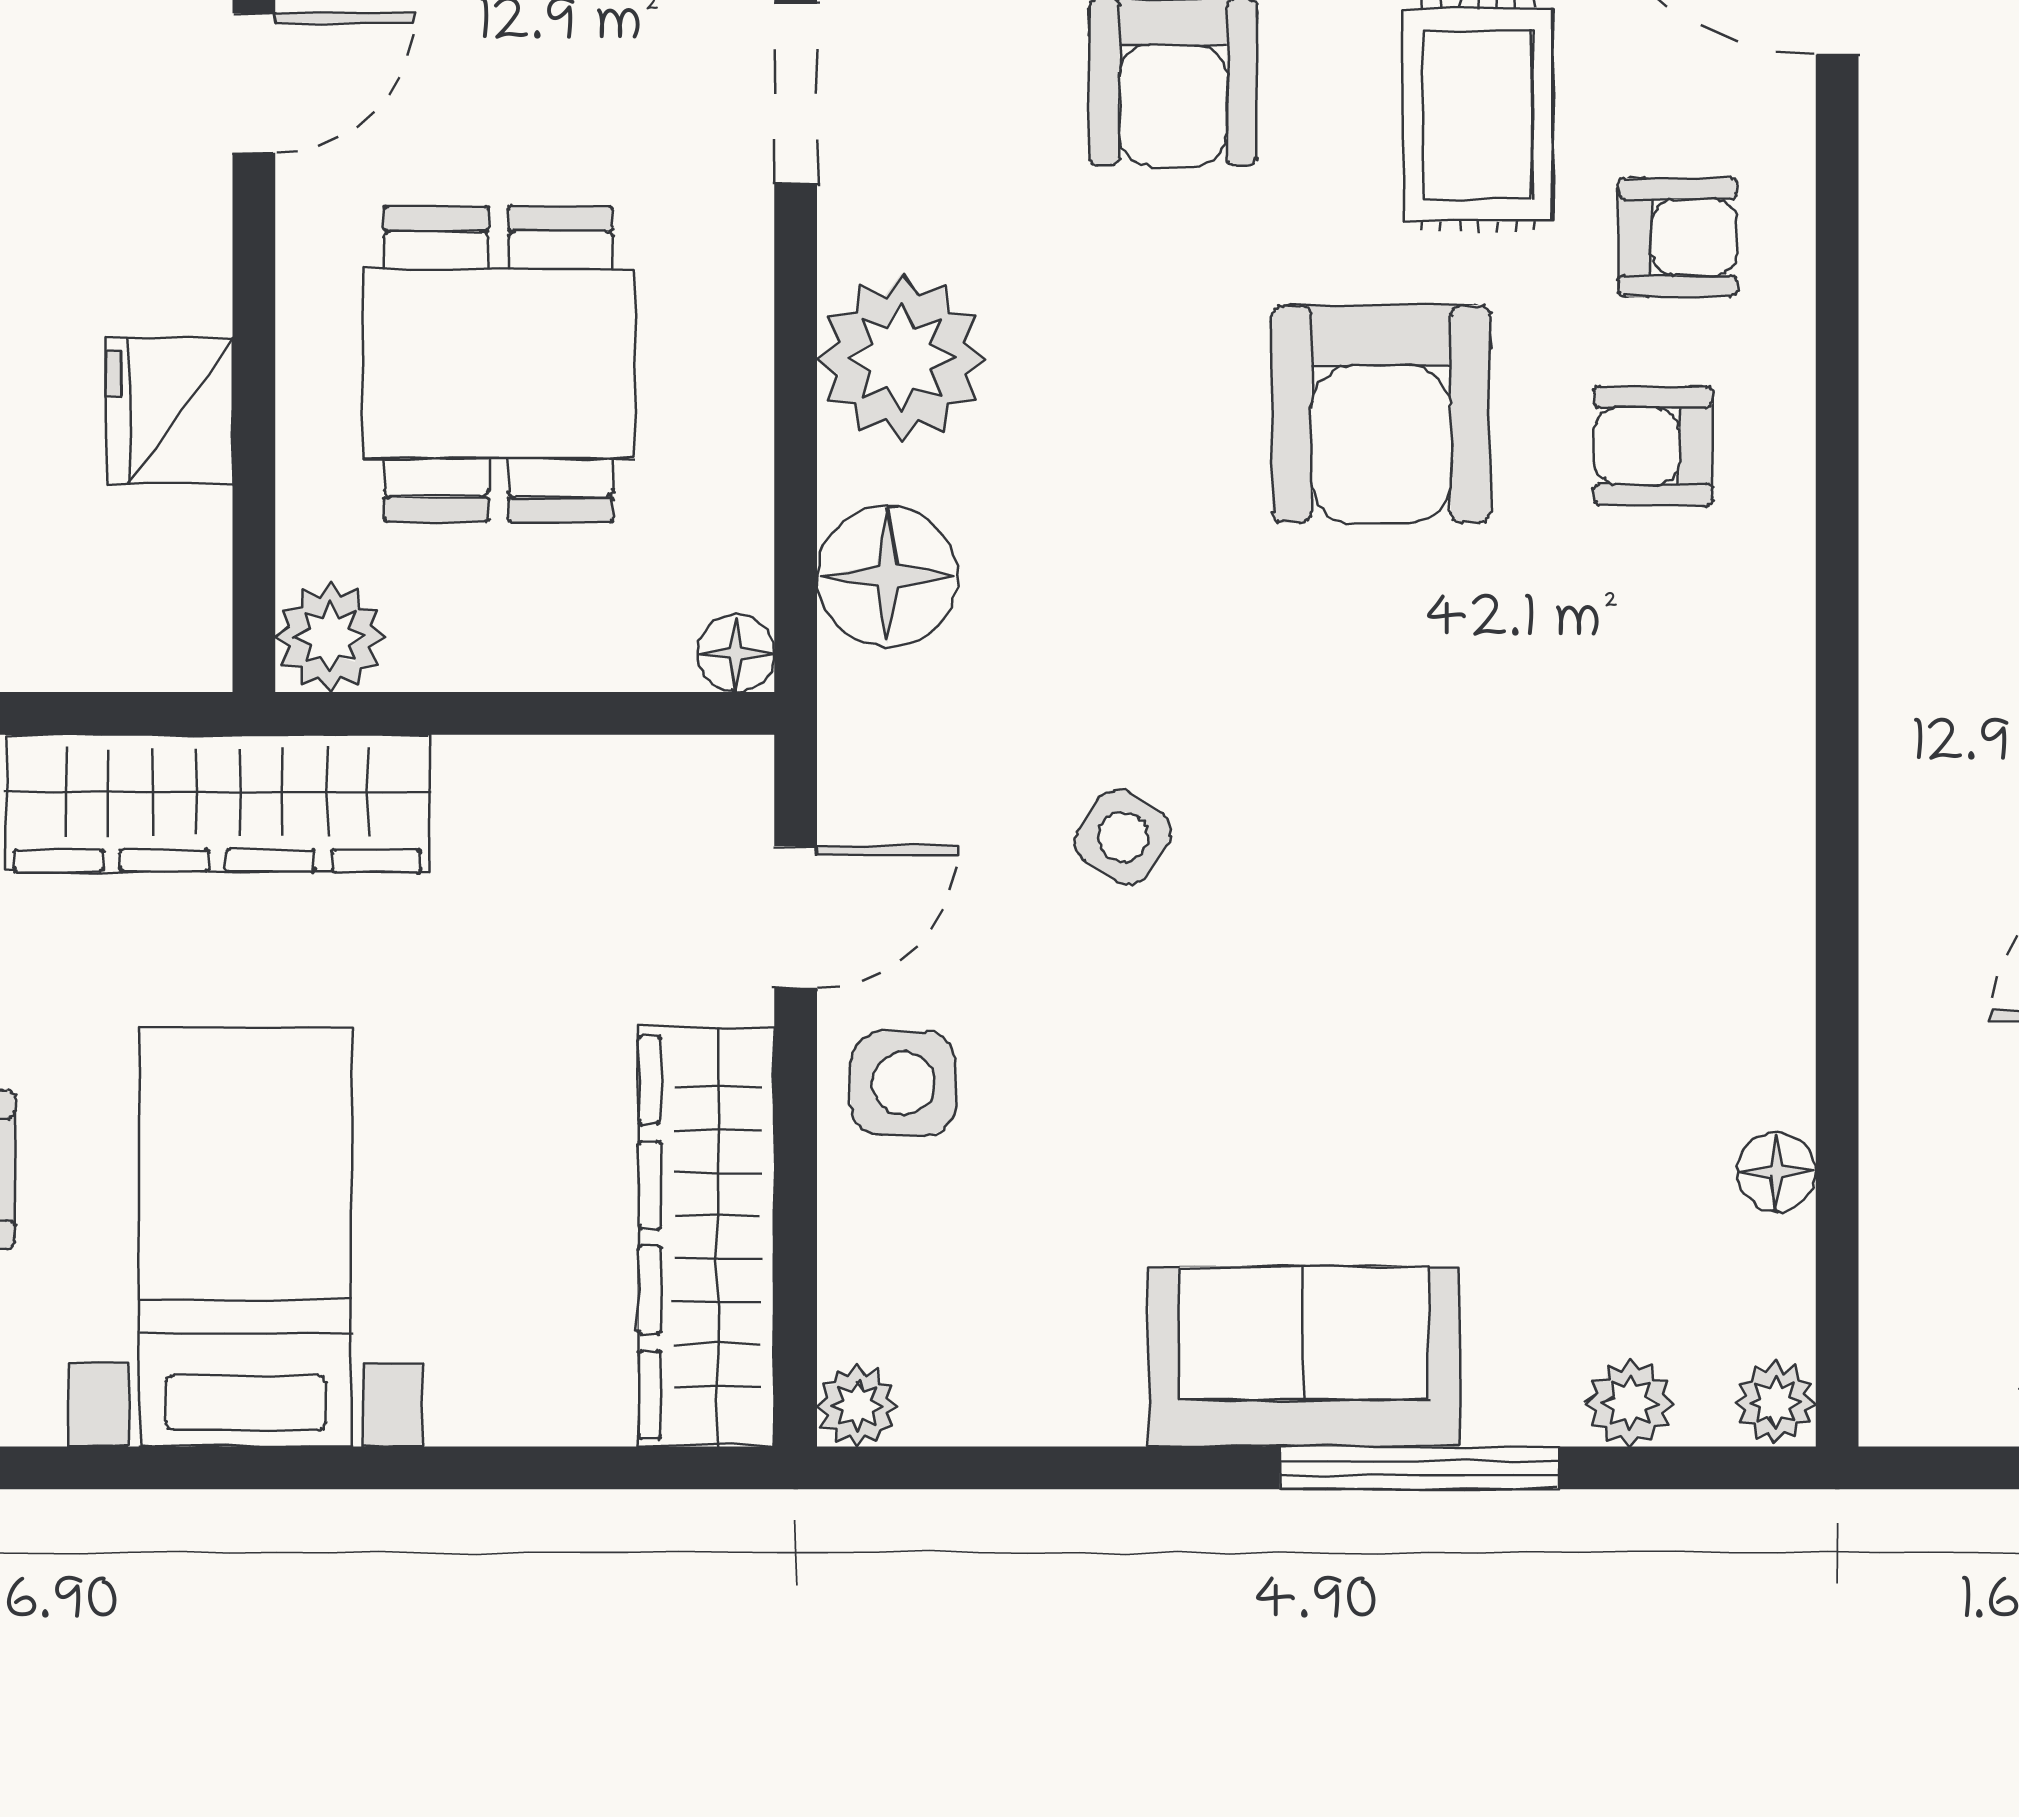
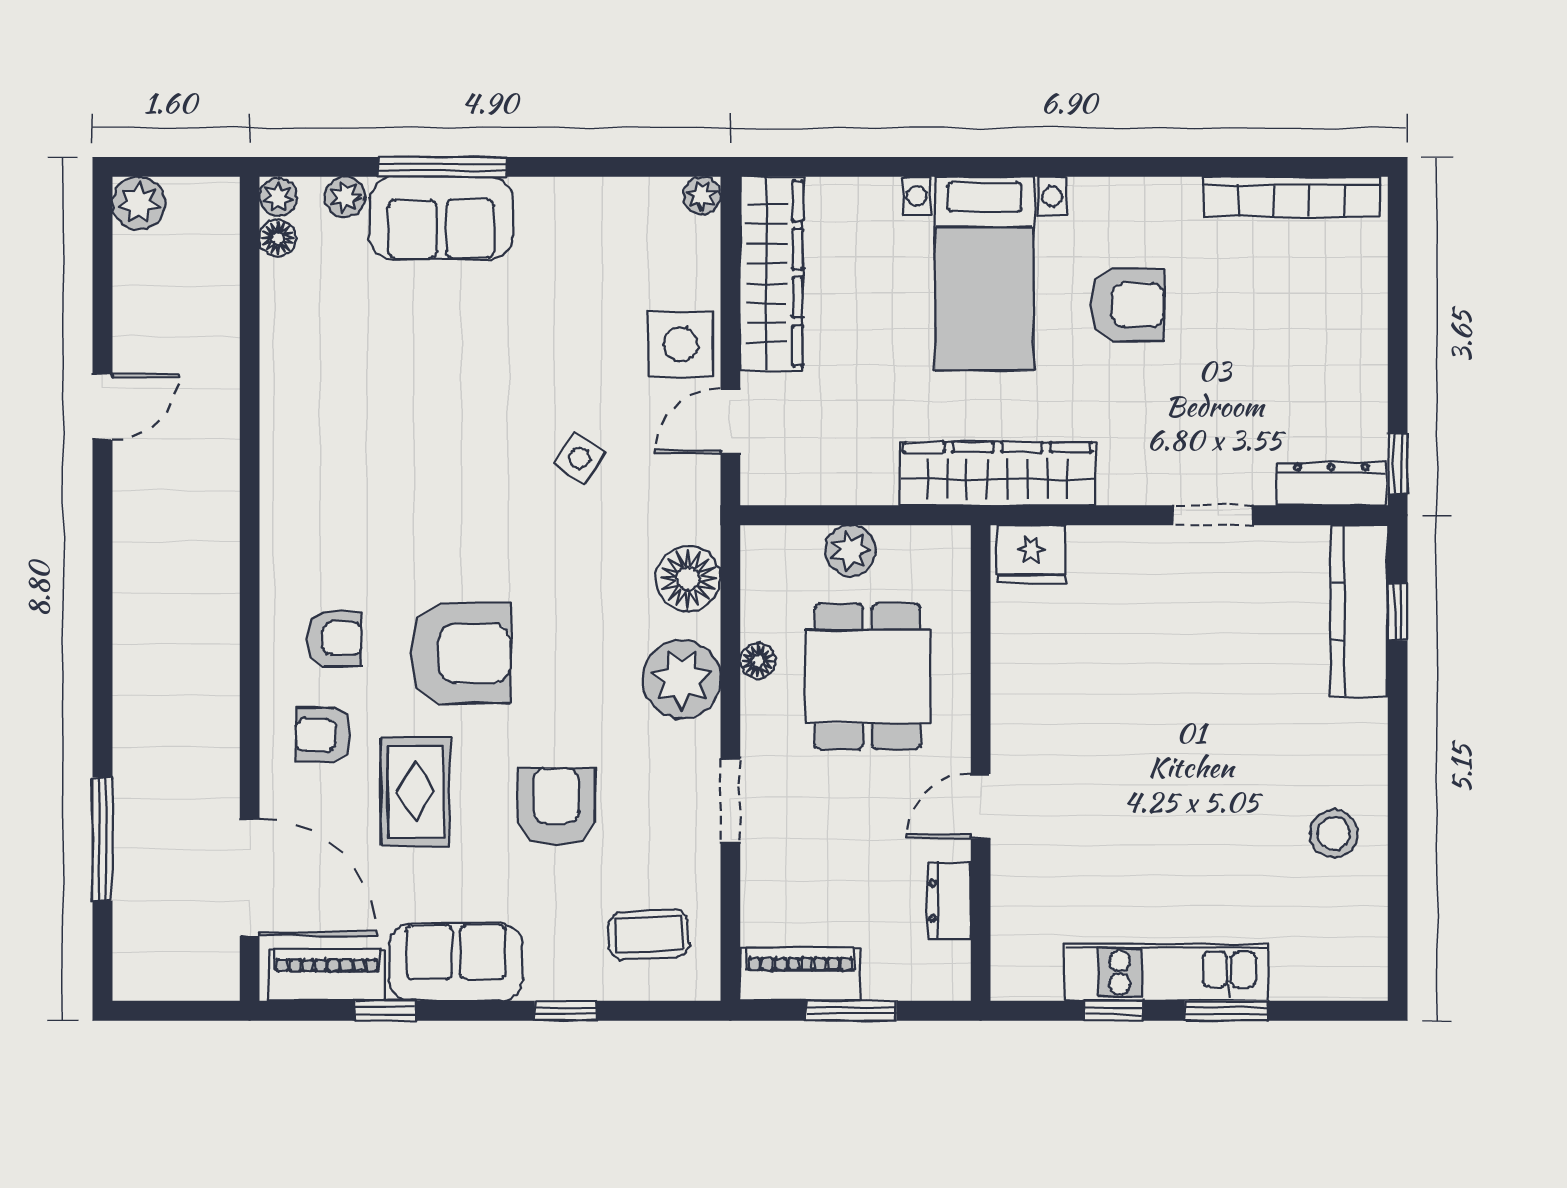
fridge: (169, 411) -> (1031, 554), moved, turned 90
armchair: (1381, 414) -> (460, 653), turned 90
plant: (330, 637) -> (850, 550), moved
floor lamp: (736, 653) -> (758, 661), moved
side table: (903, 1083) -> (681, 344), width x1.37, depth x1.37
floor lamp: (1776, 1172) -> (278, 238), moved
sofa: (1304, 1357) -> (441, 218), moved

